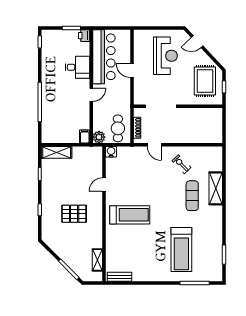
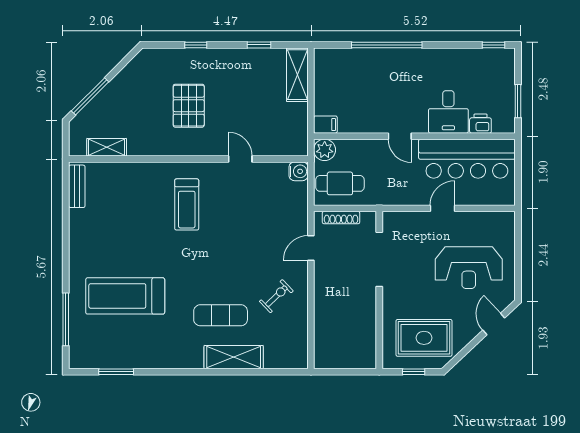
printer: (84, 36) -> (480, 124), moved
treadmill: (130, 215) -> (187, 204), width x0.73, depth x0.73

